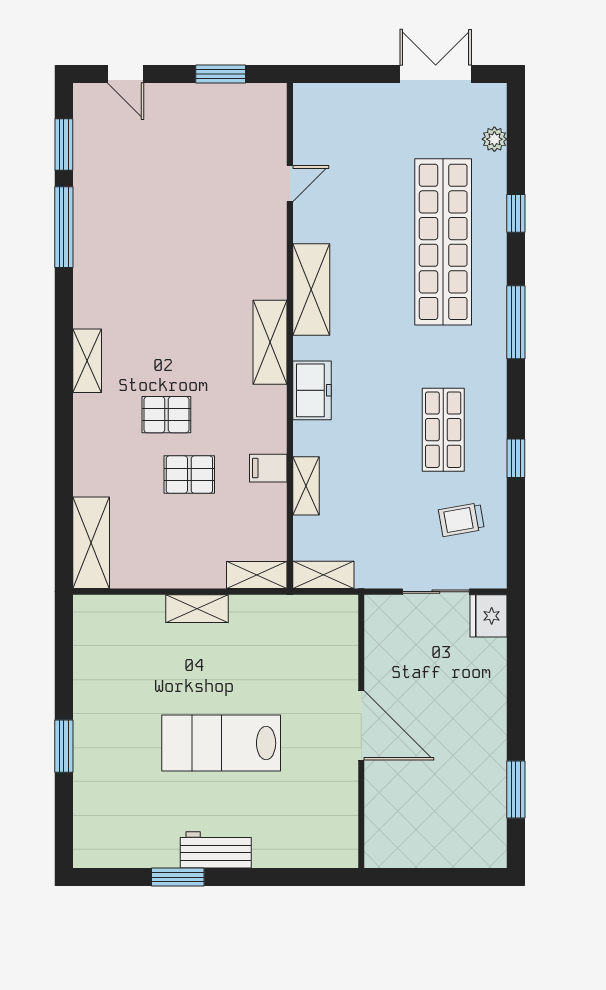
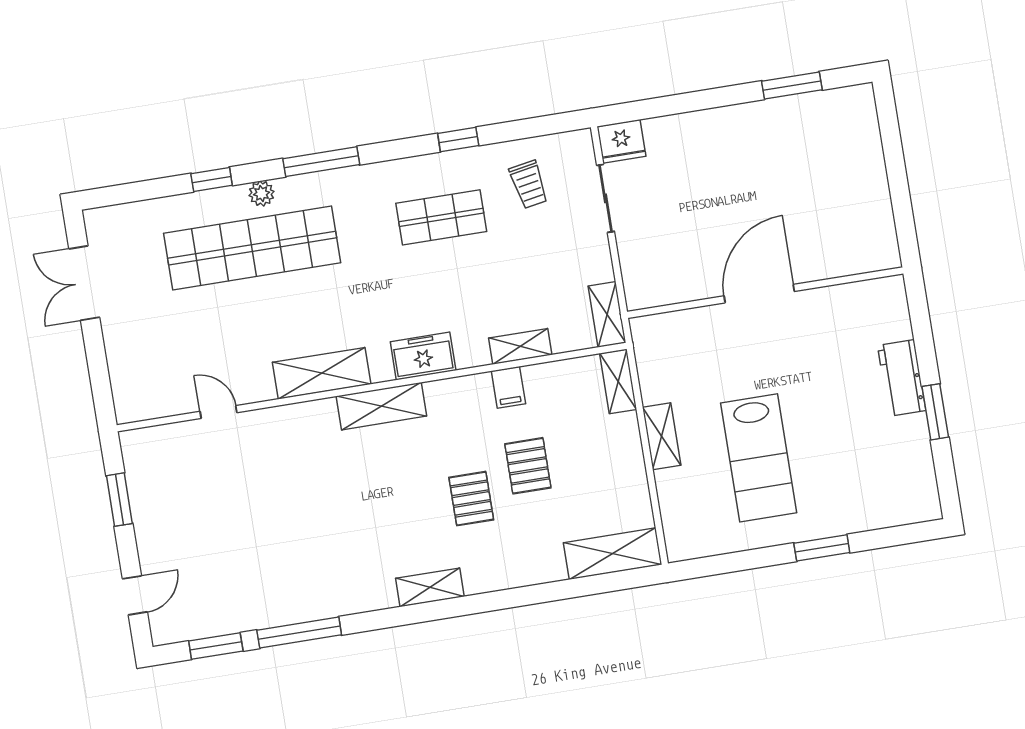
plant: (494, 139) -> (262, 193), moved
door: (361, 725) -> (759, 294), moved
wall: (361, 731) -> (765, 293), moved
lab bench: (221, 743) -> (759, 458), moved

